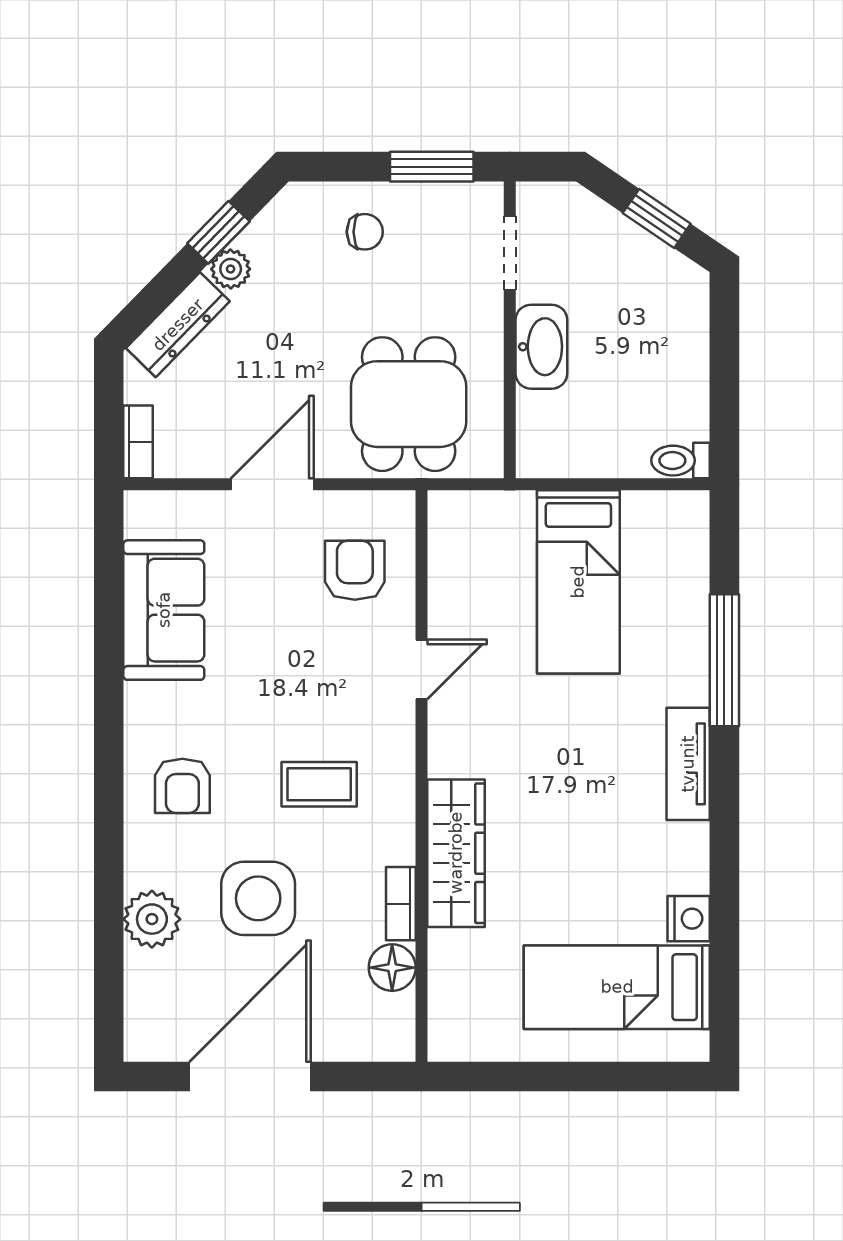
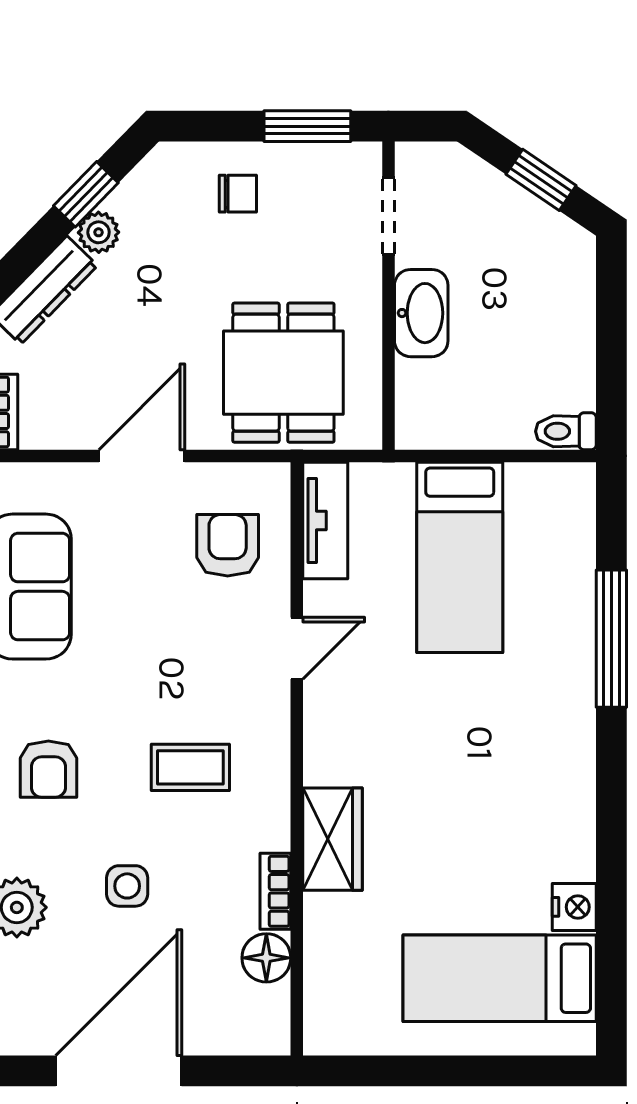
tv unit: (688, 764) -> (325, 521), moved, turned 180
wardrobe: (456, 853) -> (333, 839), width x0.67
side table: (258, 898) -> (127, 886), width x0.54, depth x0.54

